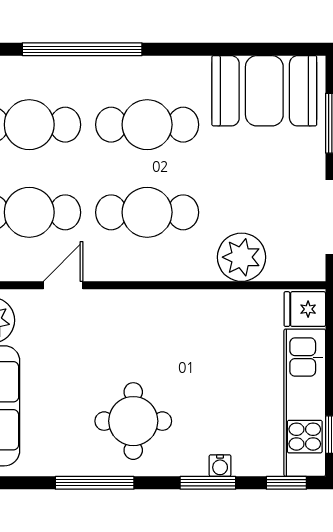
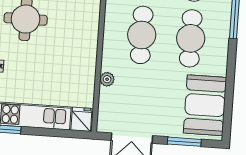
plant: (242, 257) -> (107, 79), width x0.53, depth x0.53

